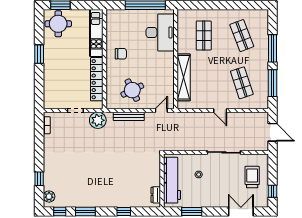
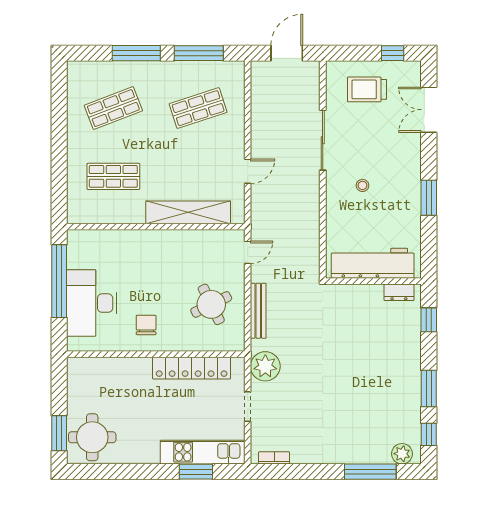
desk: (160, 32) -> (92, 303), moved, turned -90
kitchen unit: (96, 33) -> (203, 452), moved, turned 180
window: (39, 54) -> (196, 472), moved
door: (161, 110) -> (248, 252), swing flipped
door: (220, 110) -> (248, 171), moved
window: (39, 179) -> (370, 472), width x2.17
workbench: (172, 180) -> (373, 263), moved
wall: (162, 181) -> (373, 281), moved
dresser: (156, 195) -> (399, 292), moved

